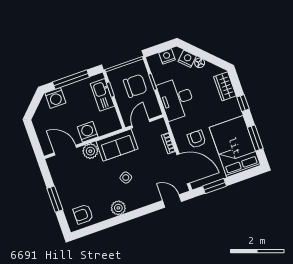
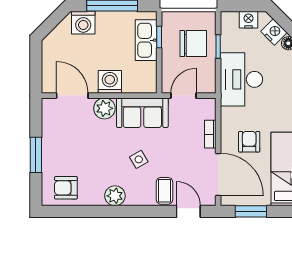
coffee table: (151, 193) -> (164, 191), added

